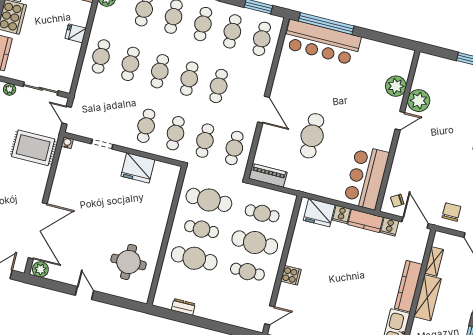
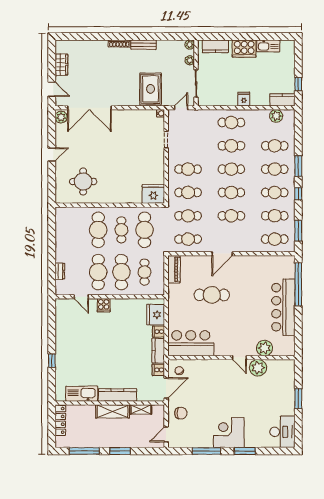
bar counter: (322, 42) -> (283, 307), moved
fridge: (138, 168) -> (153, 194), moved, turned 90
cafe table: (247, 272) -> (98, 272), width x1.37, depth x1.35
dresser: (183, 307) -> (60, 271), moved
door: (270, 315) -> (81, 297), moved

